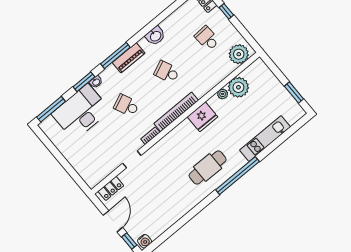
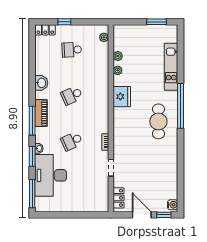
plant: (239, 54) -> (104, 37), width x0.53, depth x0.53
plant: (238, 87) -> (118, 56), width x0.53, depth x0.53
bookcase: (176, 112) -> (104, 111), removed

